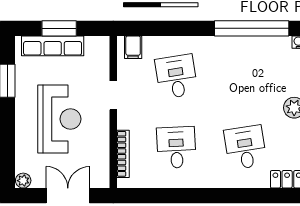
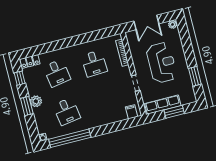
row of seats: (53, 46) -> (163, 105), moved
desk: (176, 77) -> (67, 111), moved
reception desk: (59, 119) -> (162, 63), turned 180

